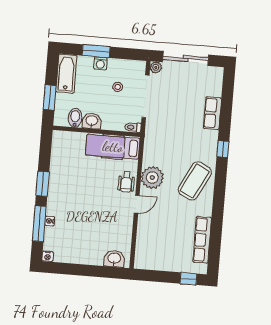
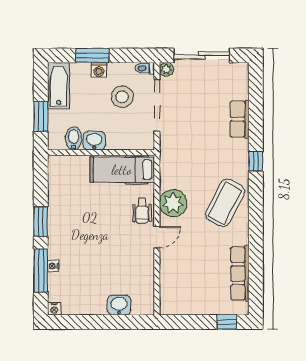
stool: (118, 87) -> (122, 97), width x1.89, depth x1.89
toilet: (133, 127) -> (145, 68), moved
washbasin: (114, 259) -> (119, 305), moved

